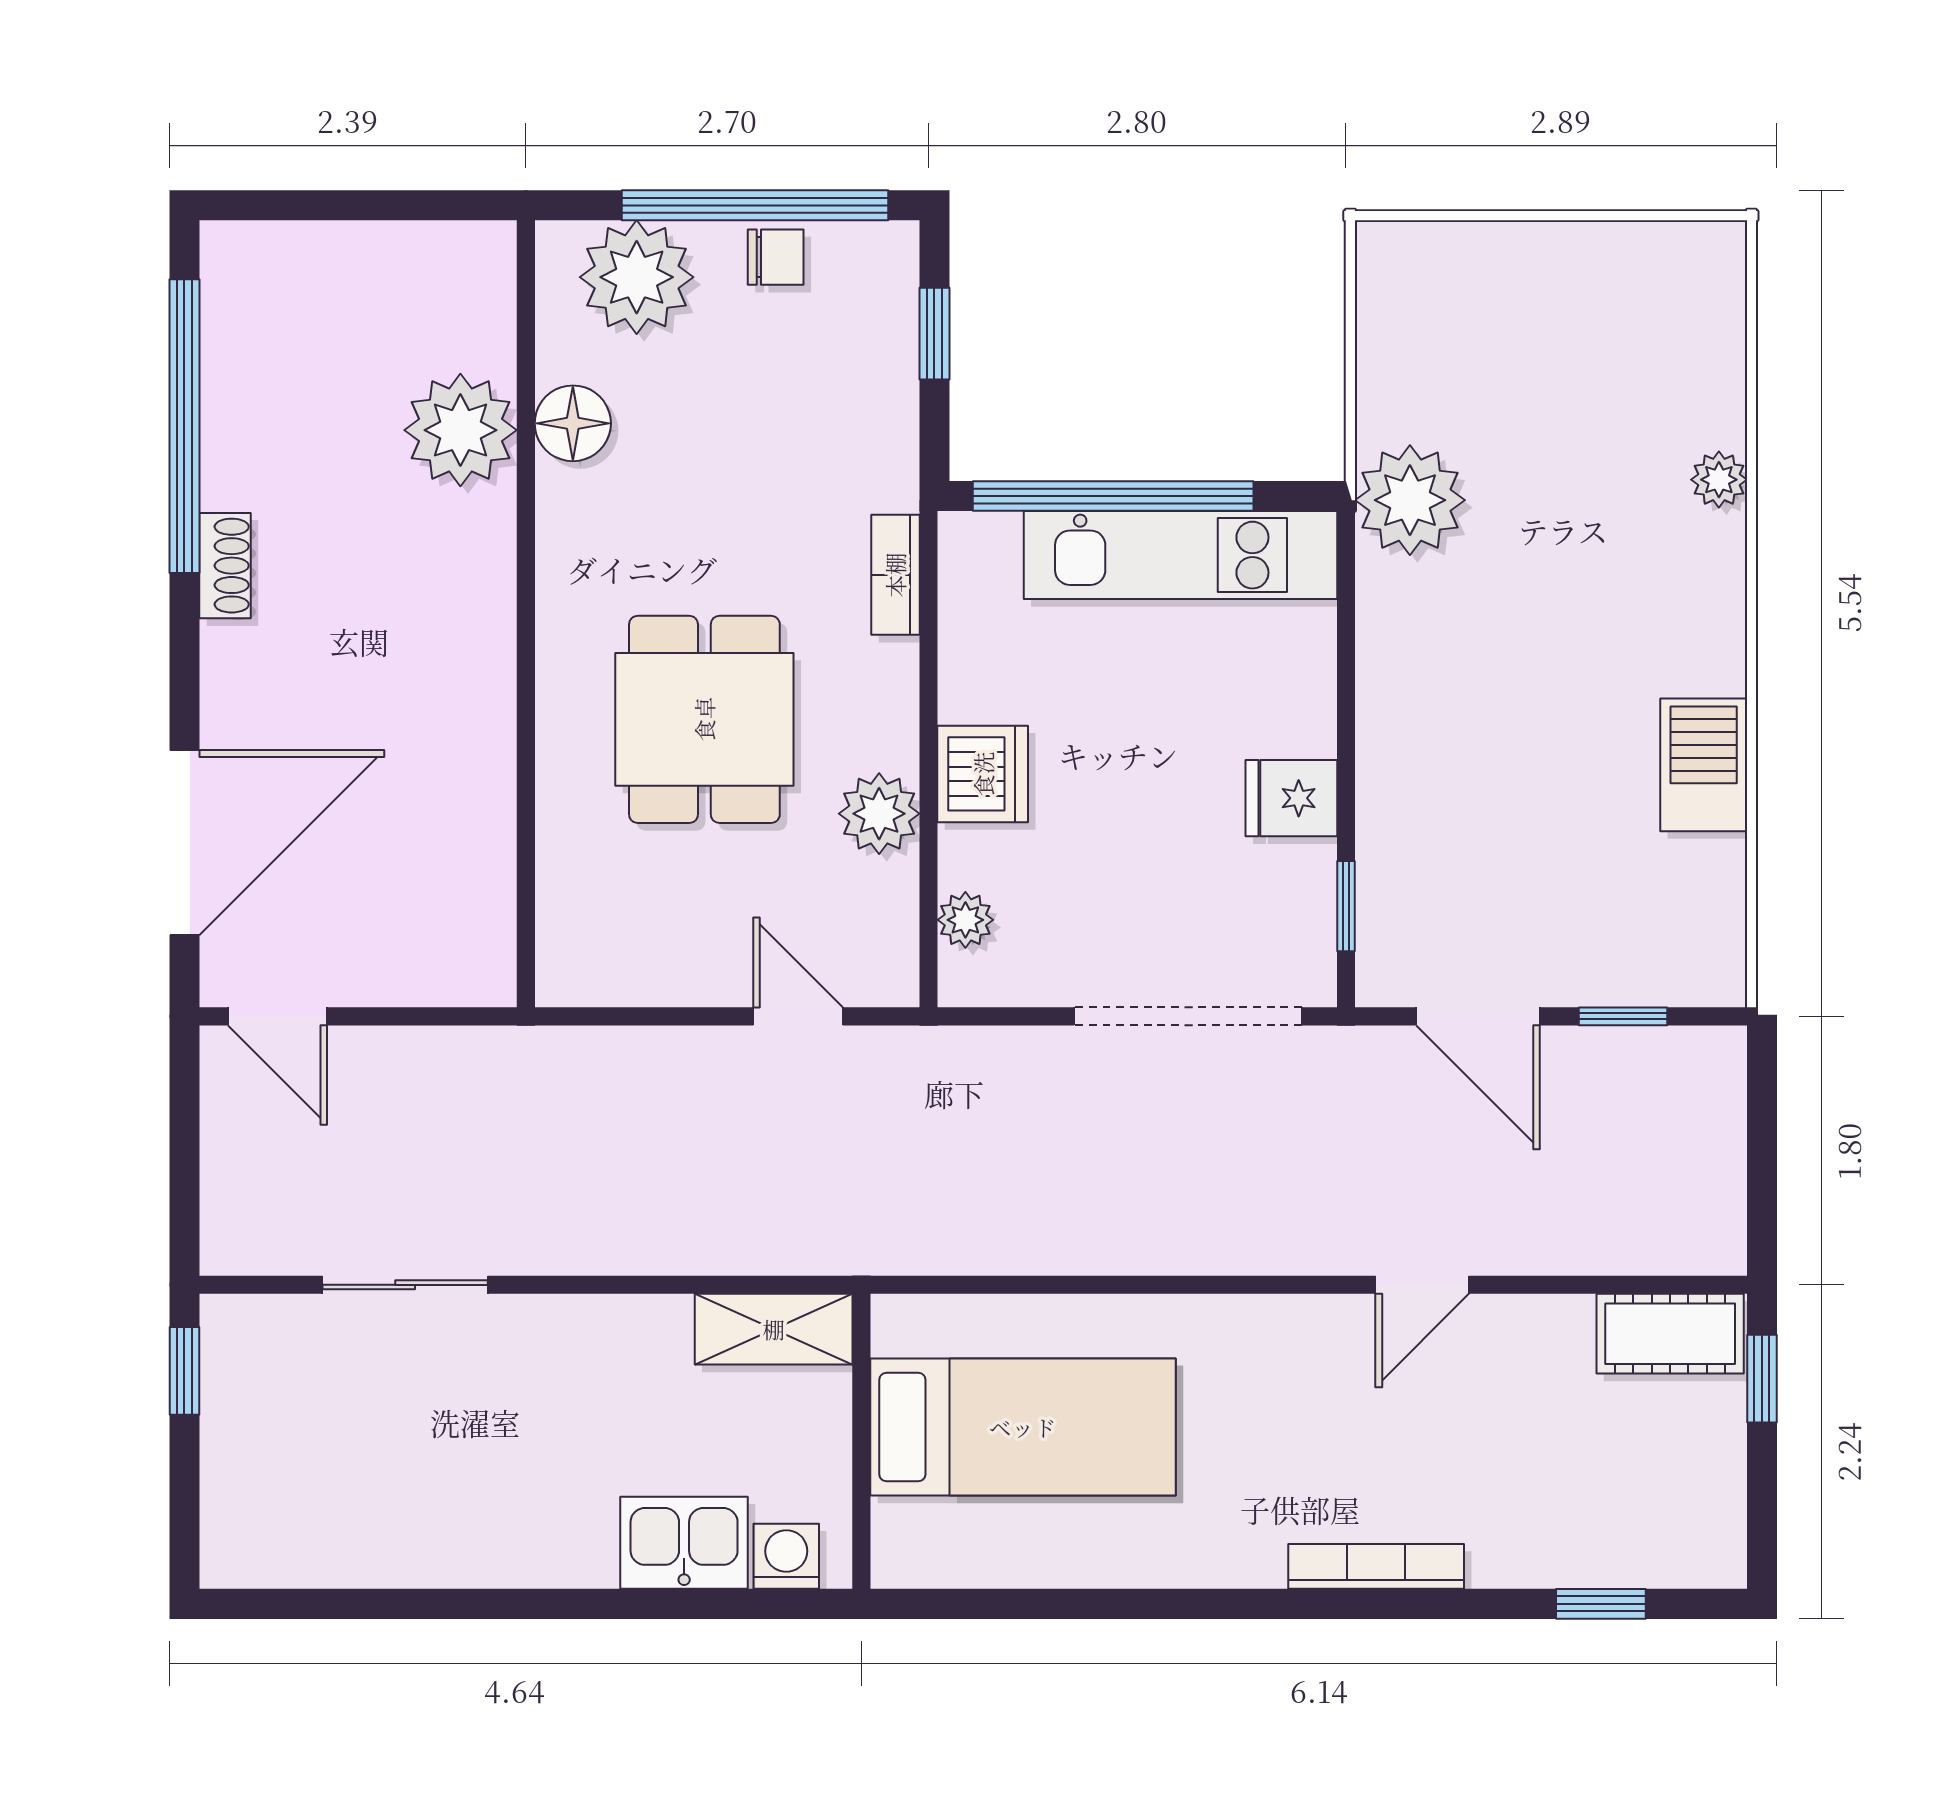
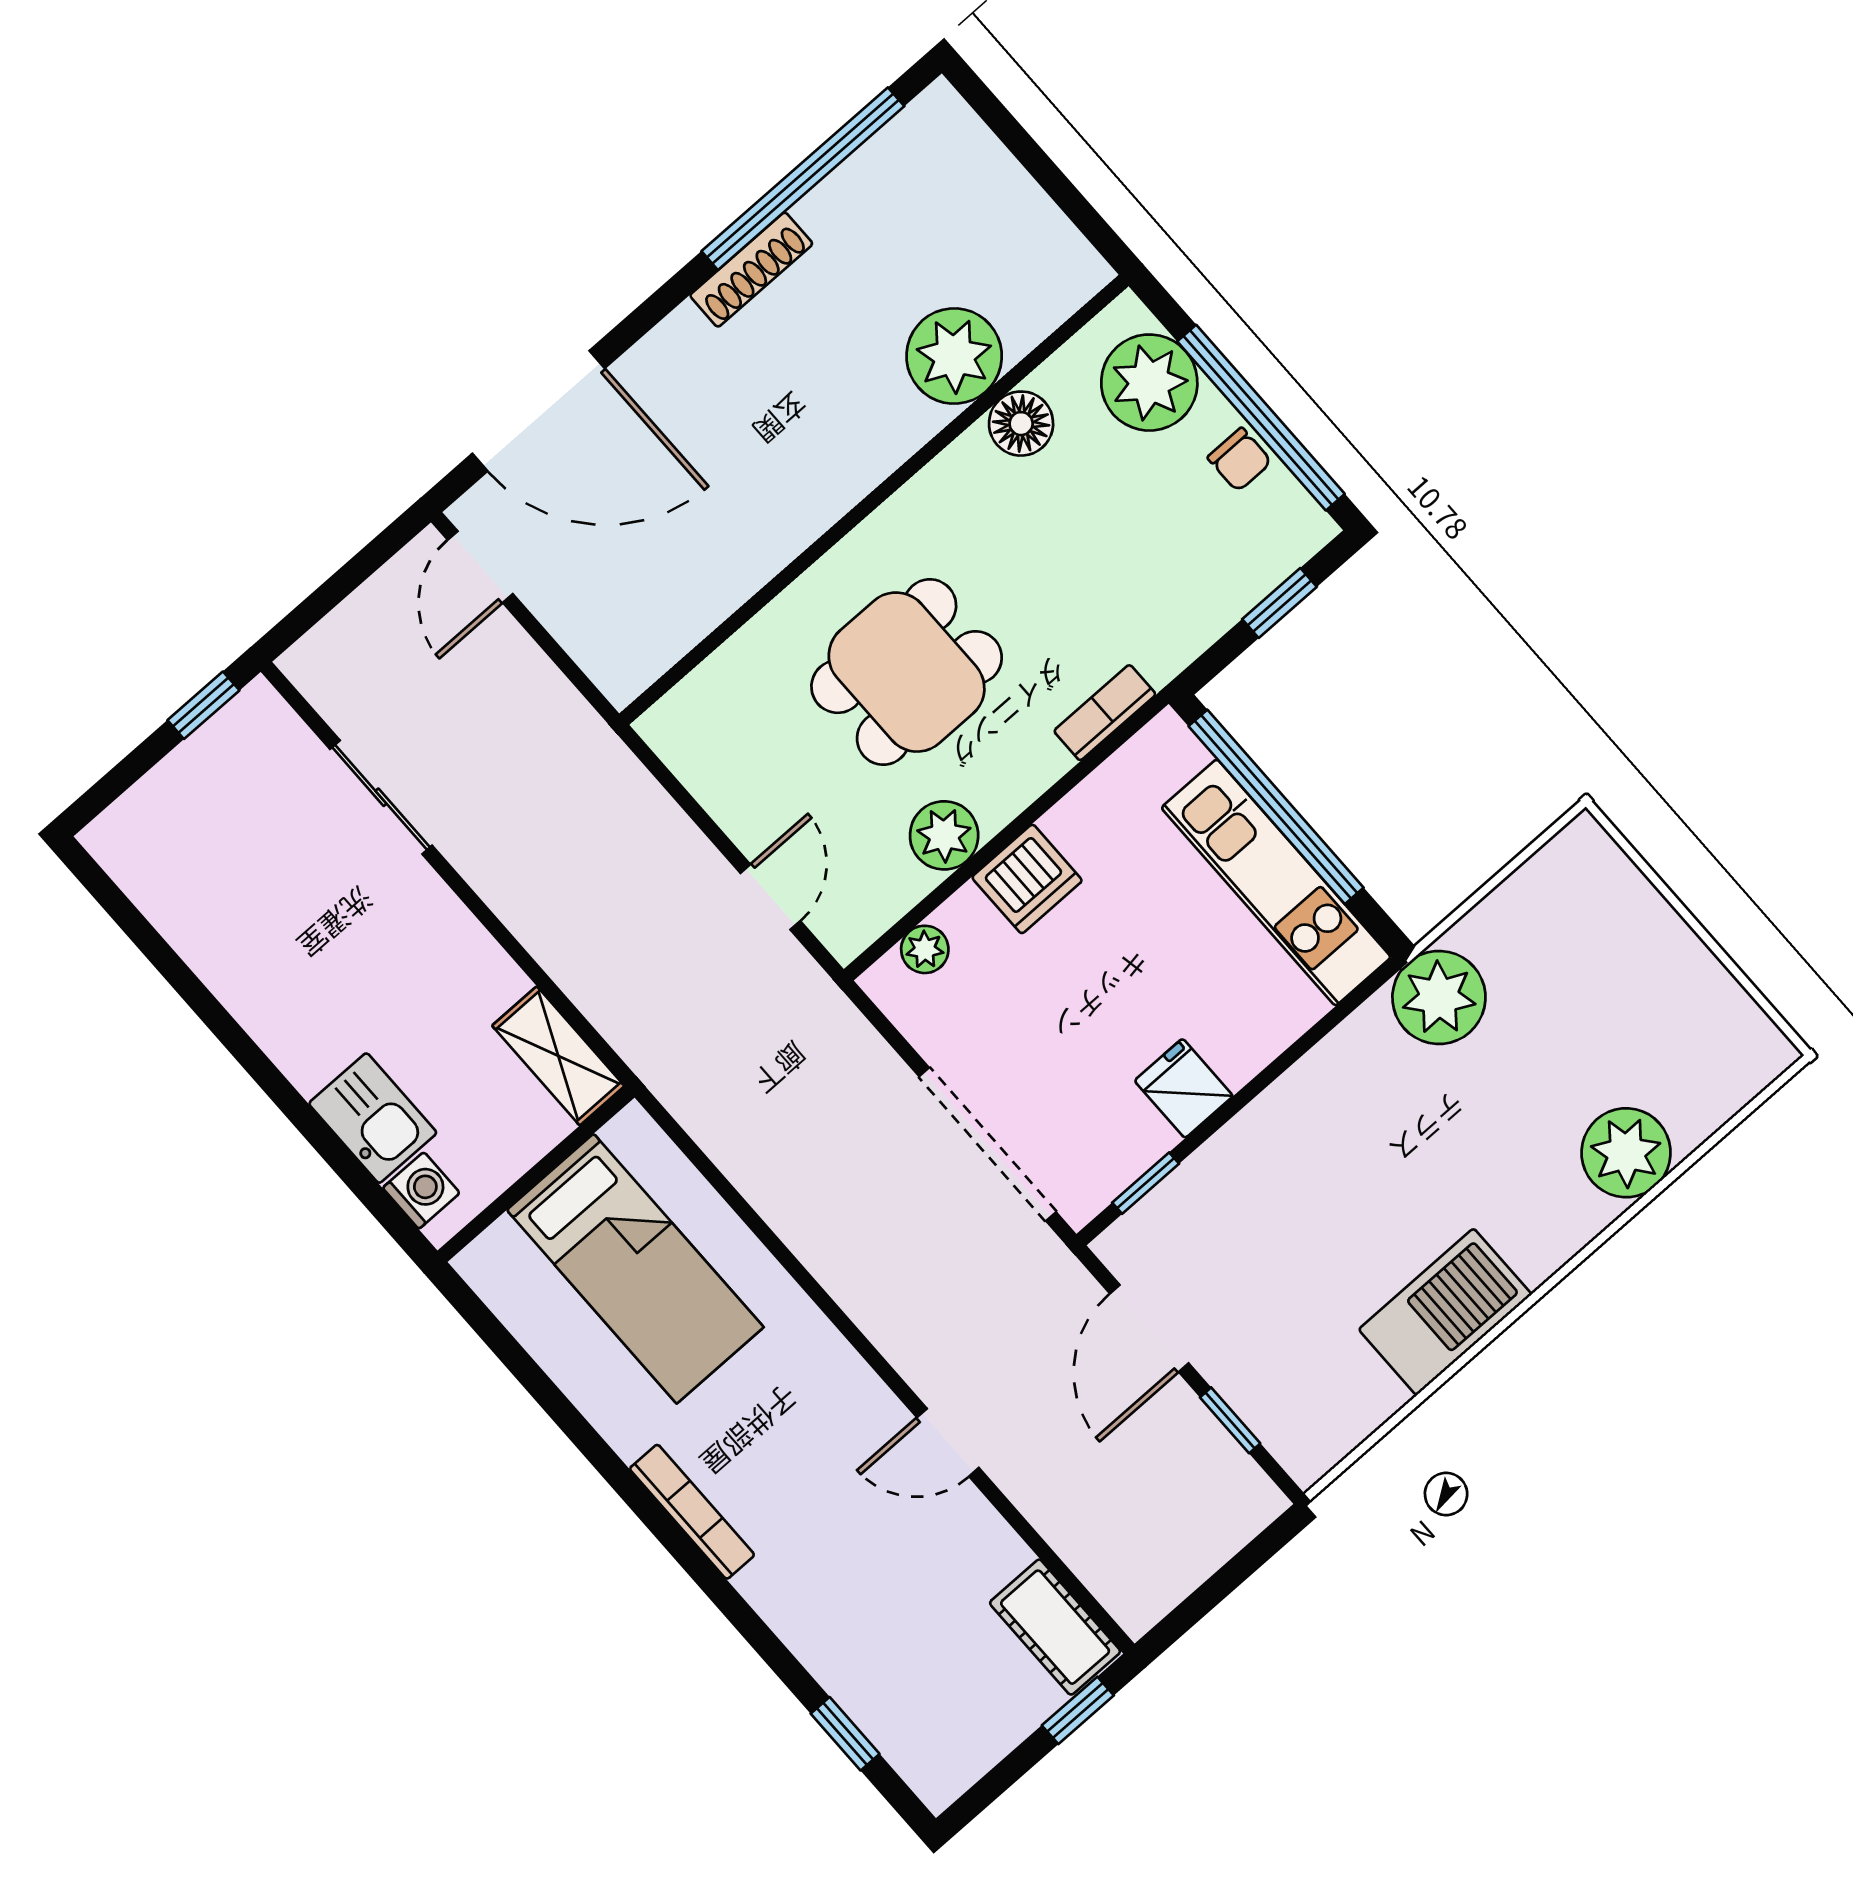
plant: (1719, 480) -> (1626, 1153), width x1.87, depth x1.87
shoe rack: (225, 566) -> (751, 270), width x1.43
barbecue: (1704, 765) -> (1445, 1312), width x1.37, depth x1.21
bookcase: (1376, 1566) -> (692, 1512), moved

